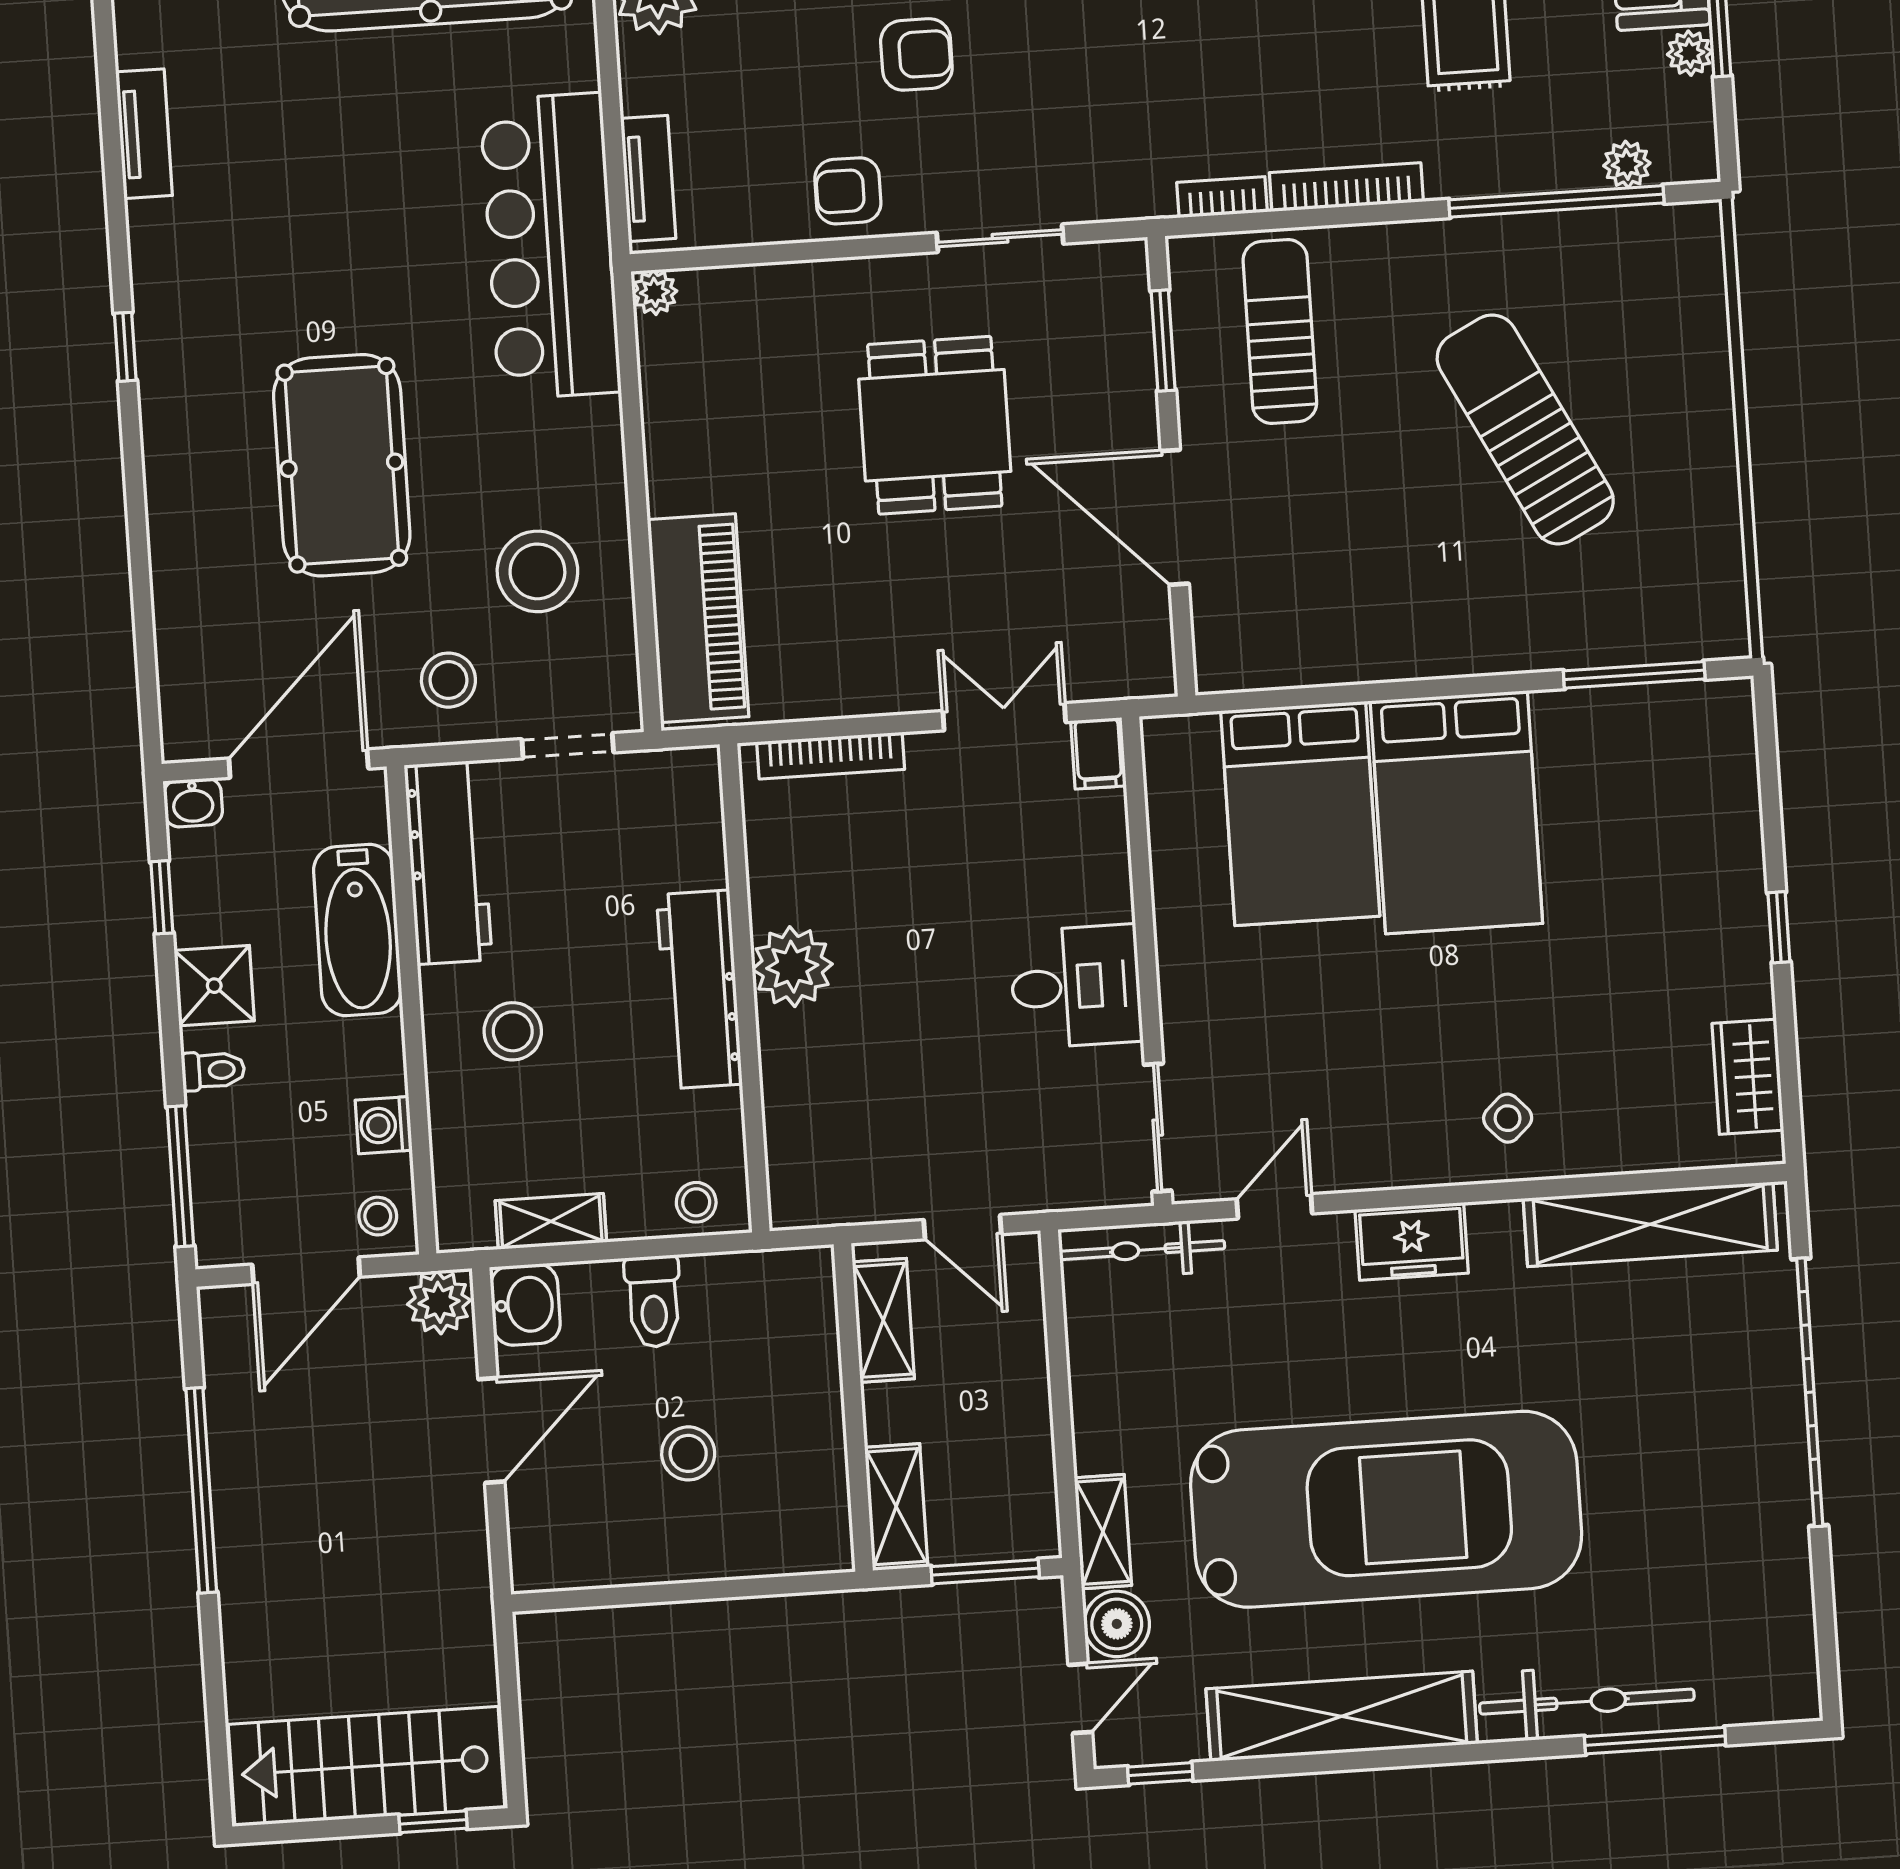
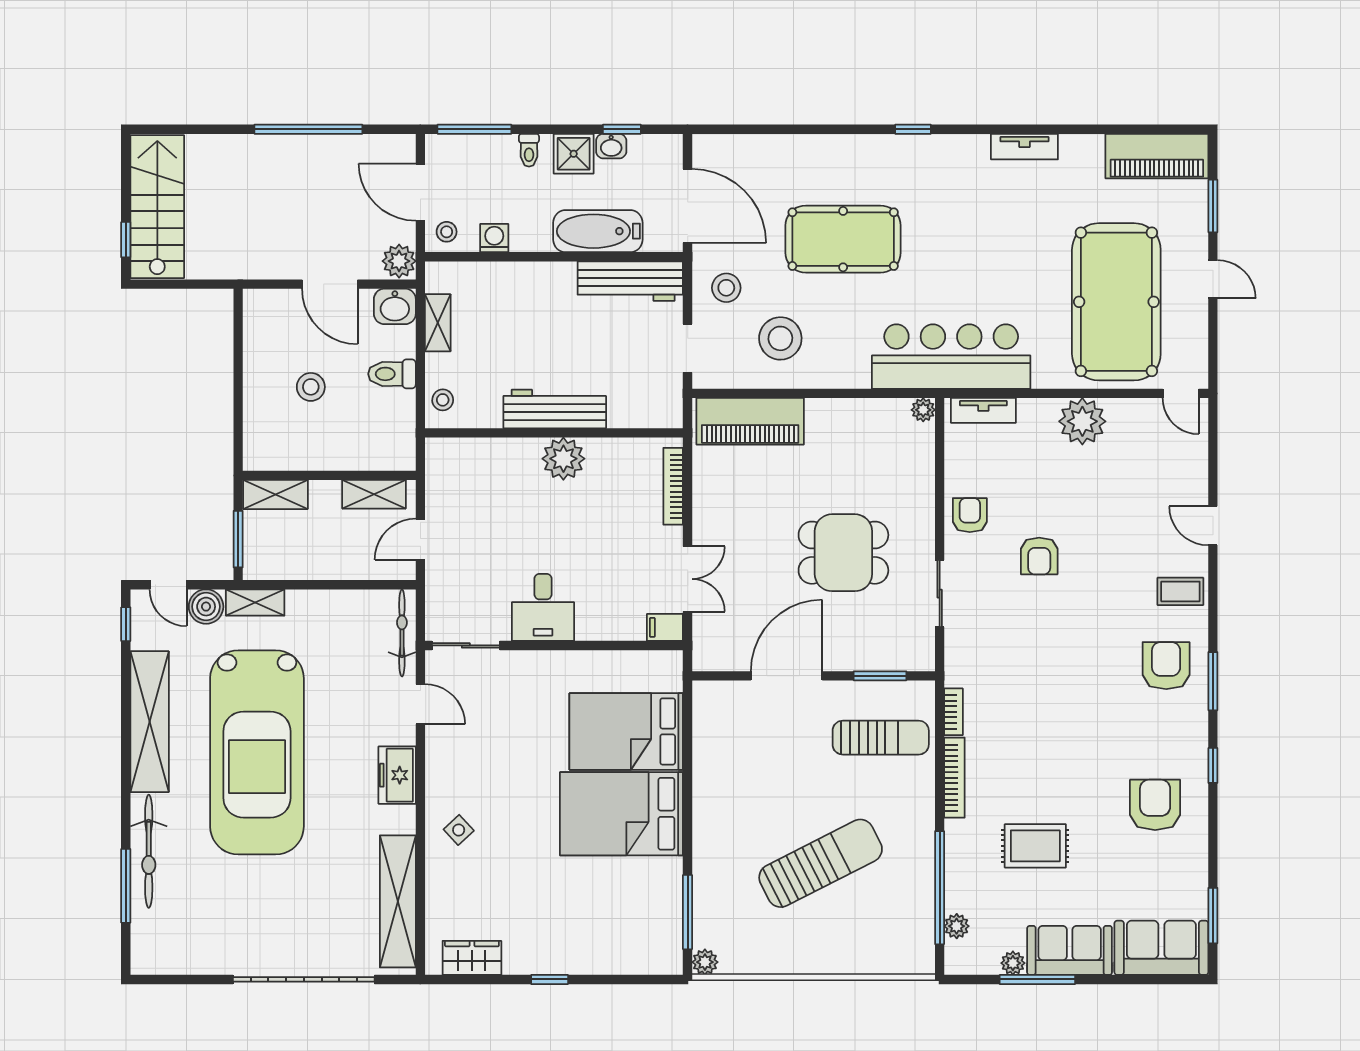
plant: (1726, 636) -> (705, 962), added
washbasin: (193, 803) -> (611, 146), moved, turned -90
stool: (513, 1031) -> (539, 309), removed

